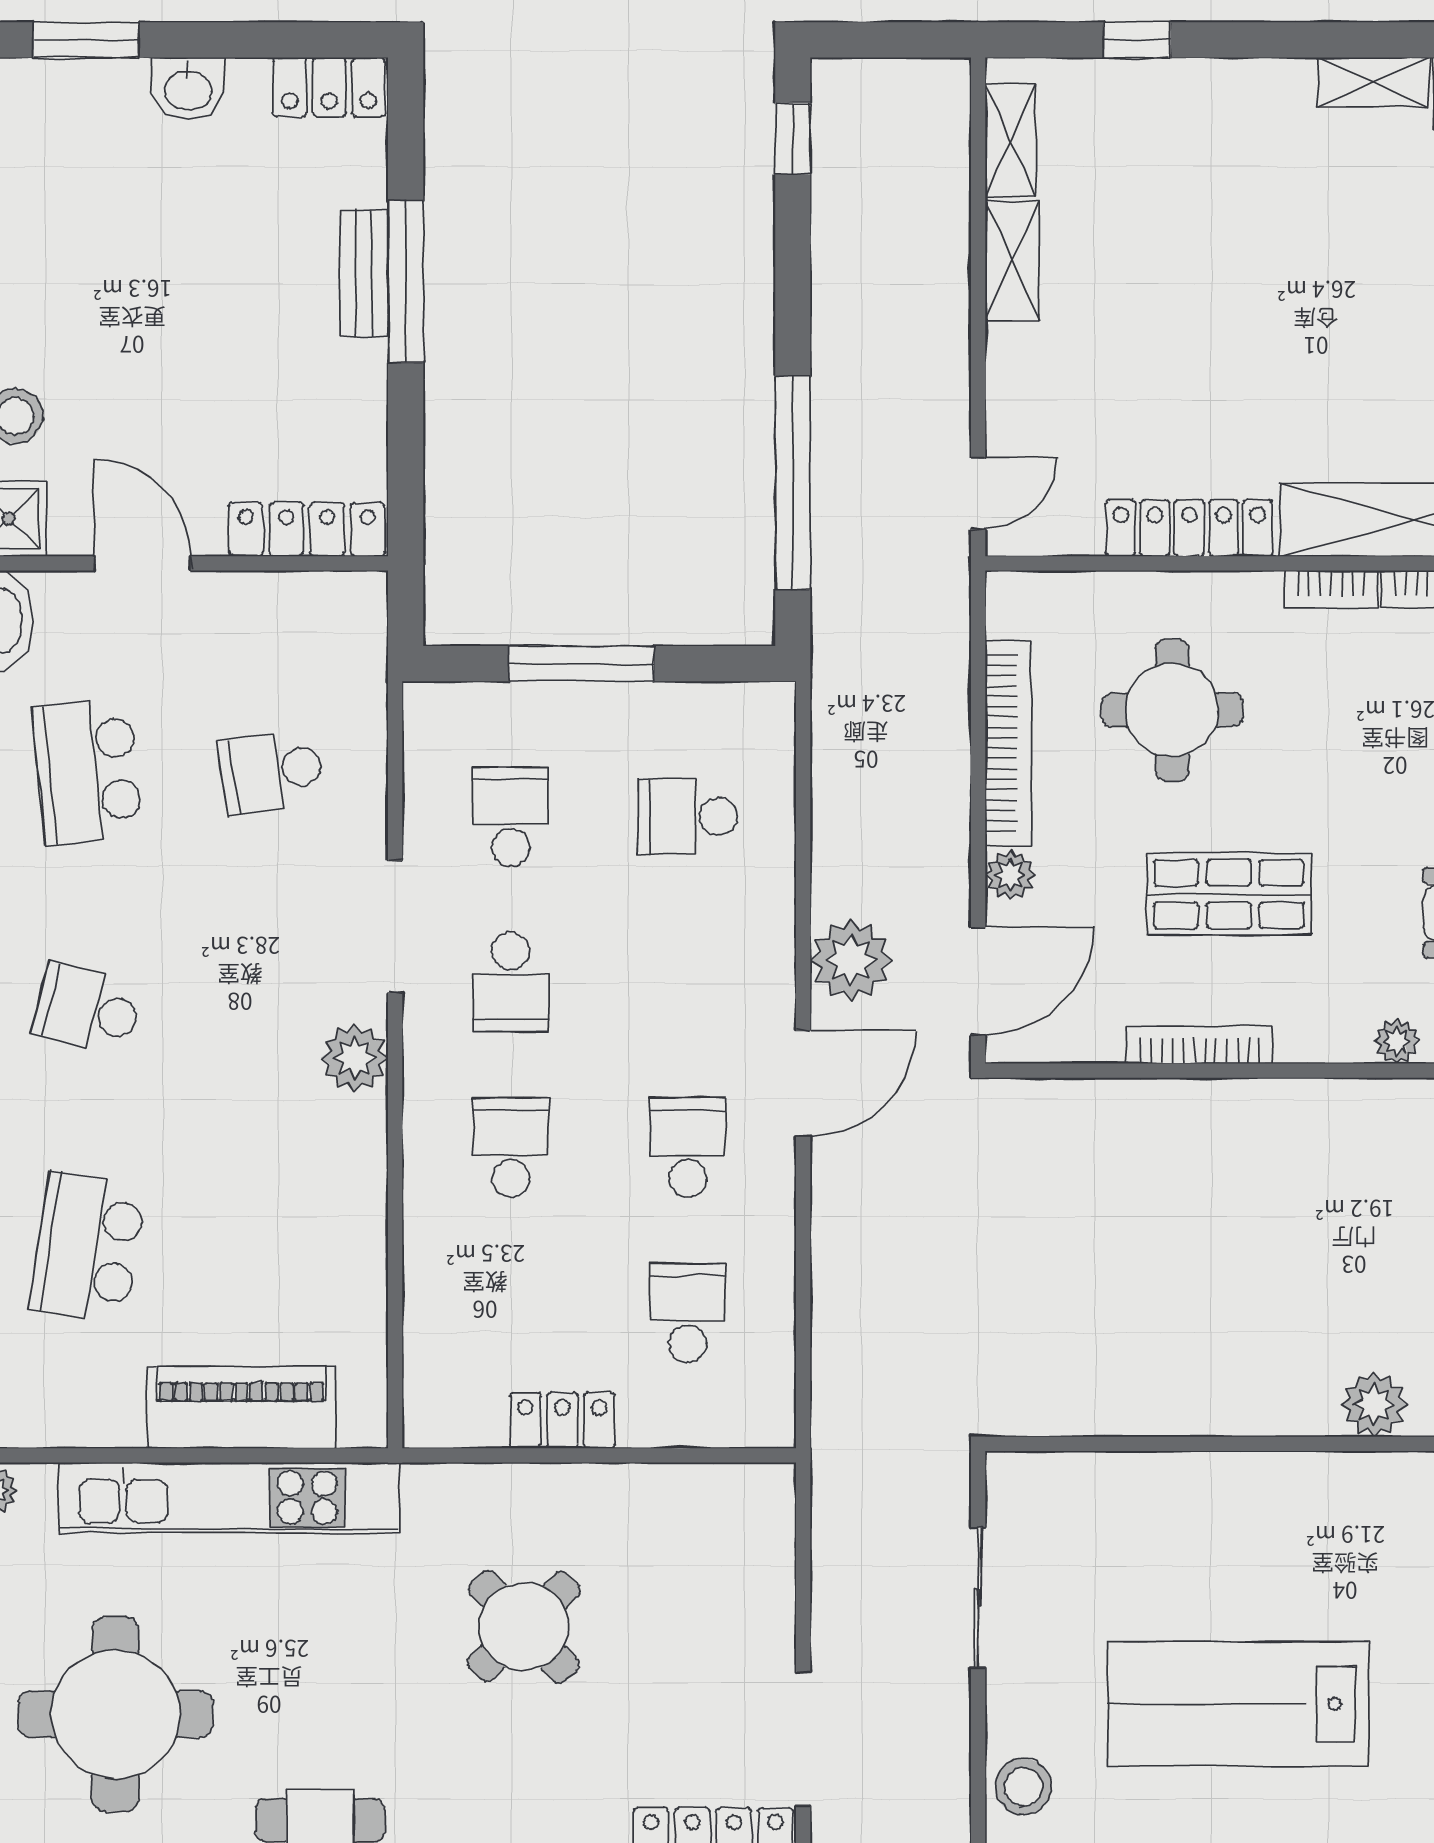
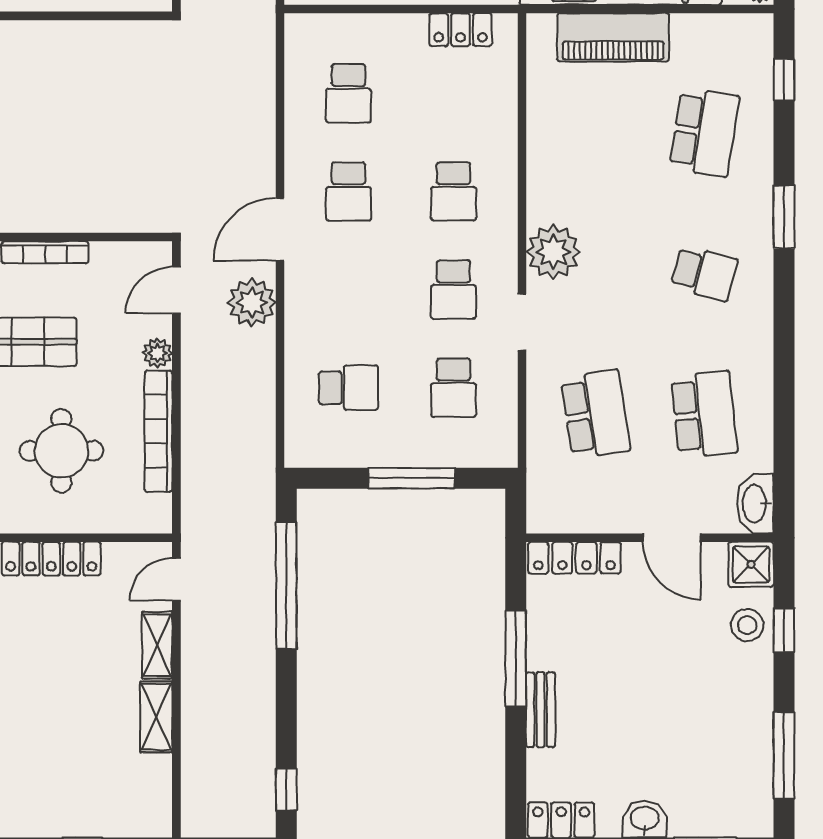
shelving: (1011, 140) -> (157, 645), moved
window: (406, 282) -> (516, 658), moved
school desk: (271, 772) -> (595, 414), width x1.85
doorway: (395, 927) -> (522, 322), width x0.73
door: (978, 981) -> (176, 290), width x0.73
school desk: (511, 982) -> (454, 290), turned 180
plant: (354, 1058) -> (553, 252), width x1.36, depth x1.36
locker: (562, 1420) -> (461, 30), moved

